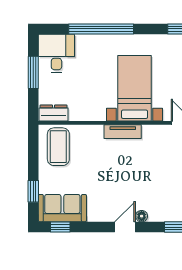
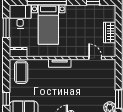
bed with nightstands: (135, 88) -> (48, 25), moved, turned 180

